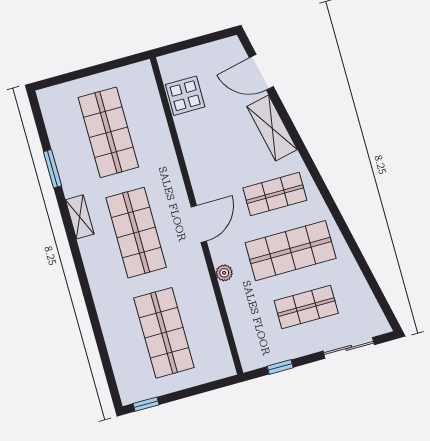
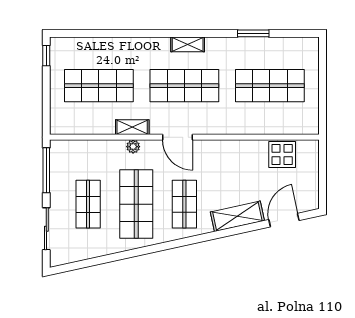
shelving: (80, 217) -> (188, 44), moved
shelving: (202, 280) -> (132, 127), added
window: (280, 367) -> (46, 170), width x2.17

